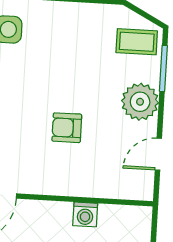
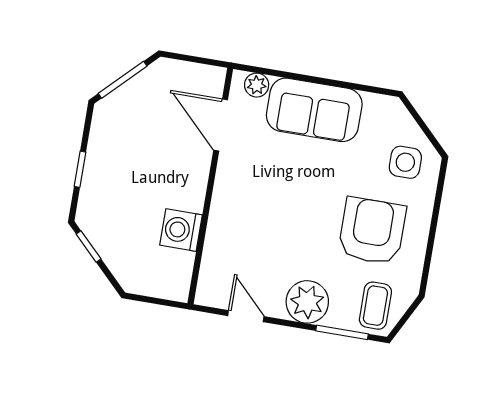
armchair: (67, 128) -> (372, 231), moved, width x1.88, depth x1.88
washing machine: (85, 214) -> (181, 230), width x1.38, depth x1.38

